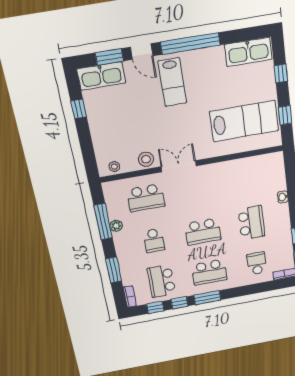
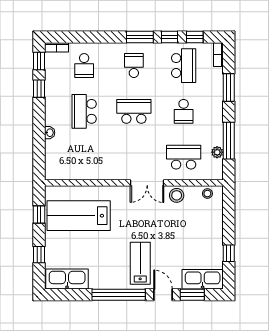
plant: (116, 226) -> (217, 152), moved
school desk: (154, 240) -> (184, 111), turned 180
school desk: (209, 272) -> (134, 66), width x0.54

